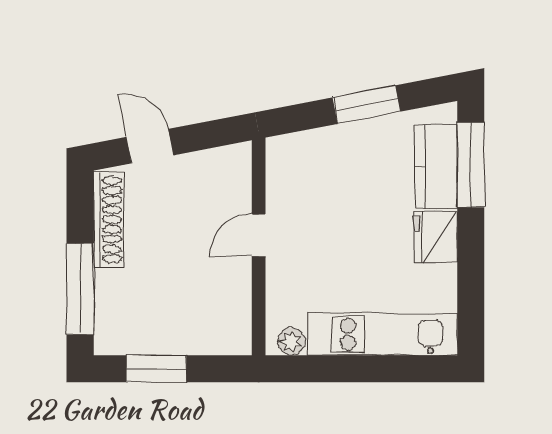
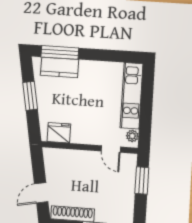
door: (259, 235) -> (111, 149), moved
fridge: (436, 237) -> (59, 133), moved, turned 180
window: (156, 369) -> (142, 180), moved

